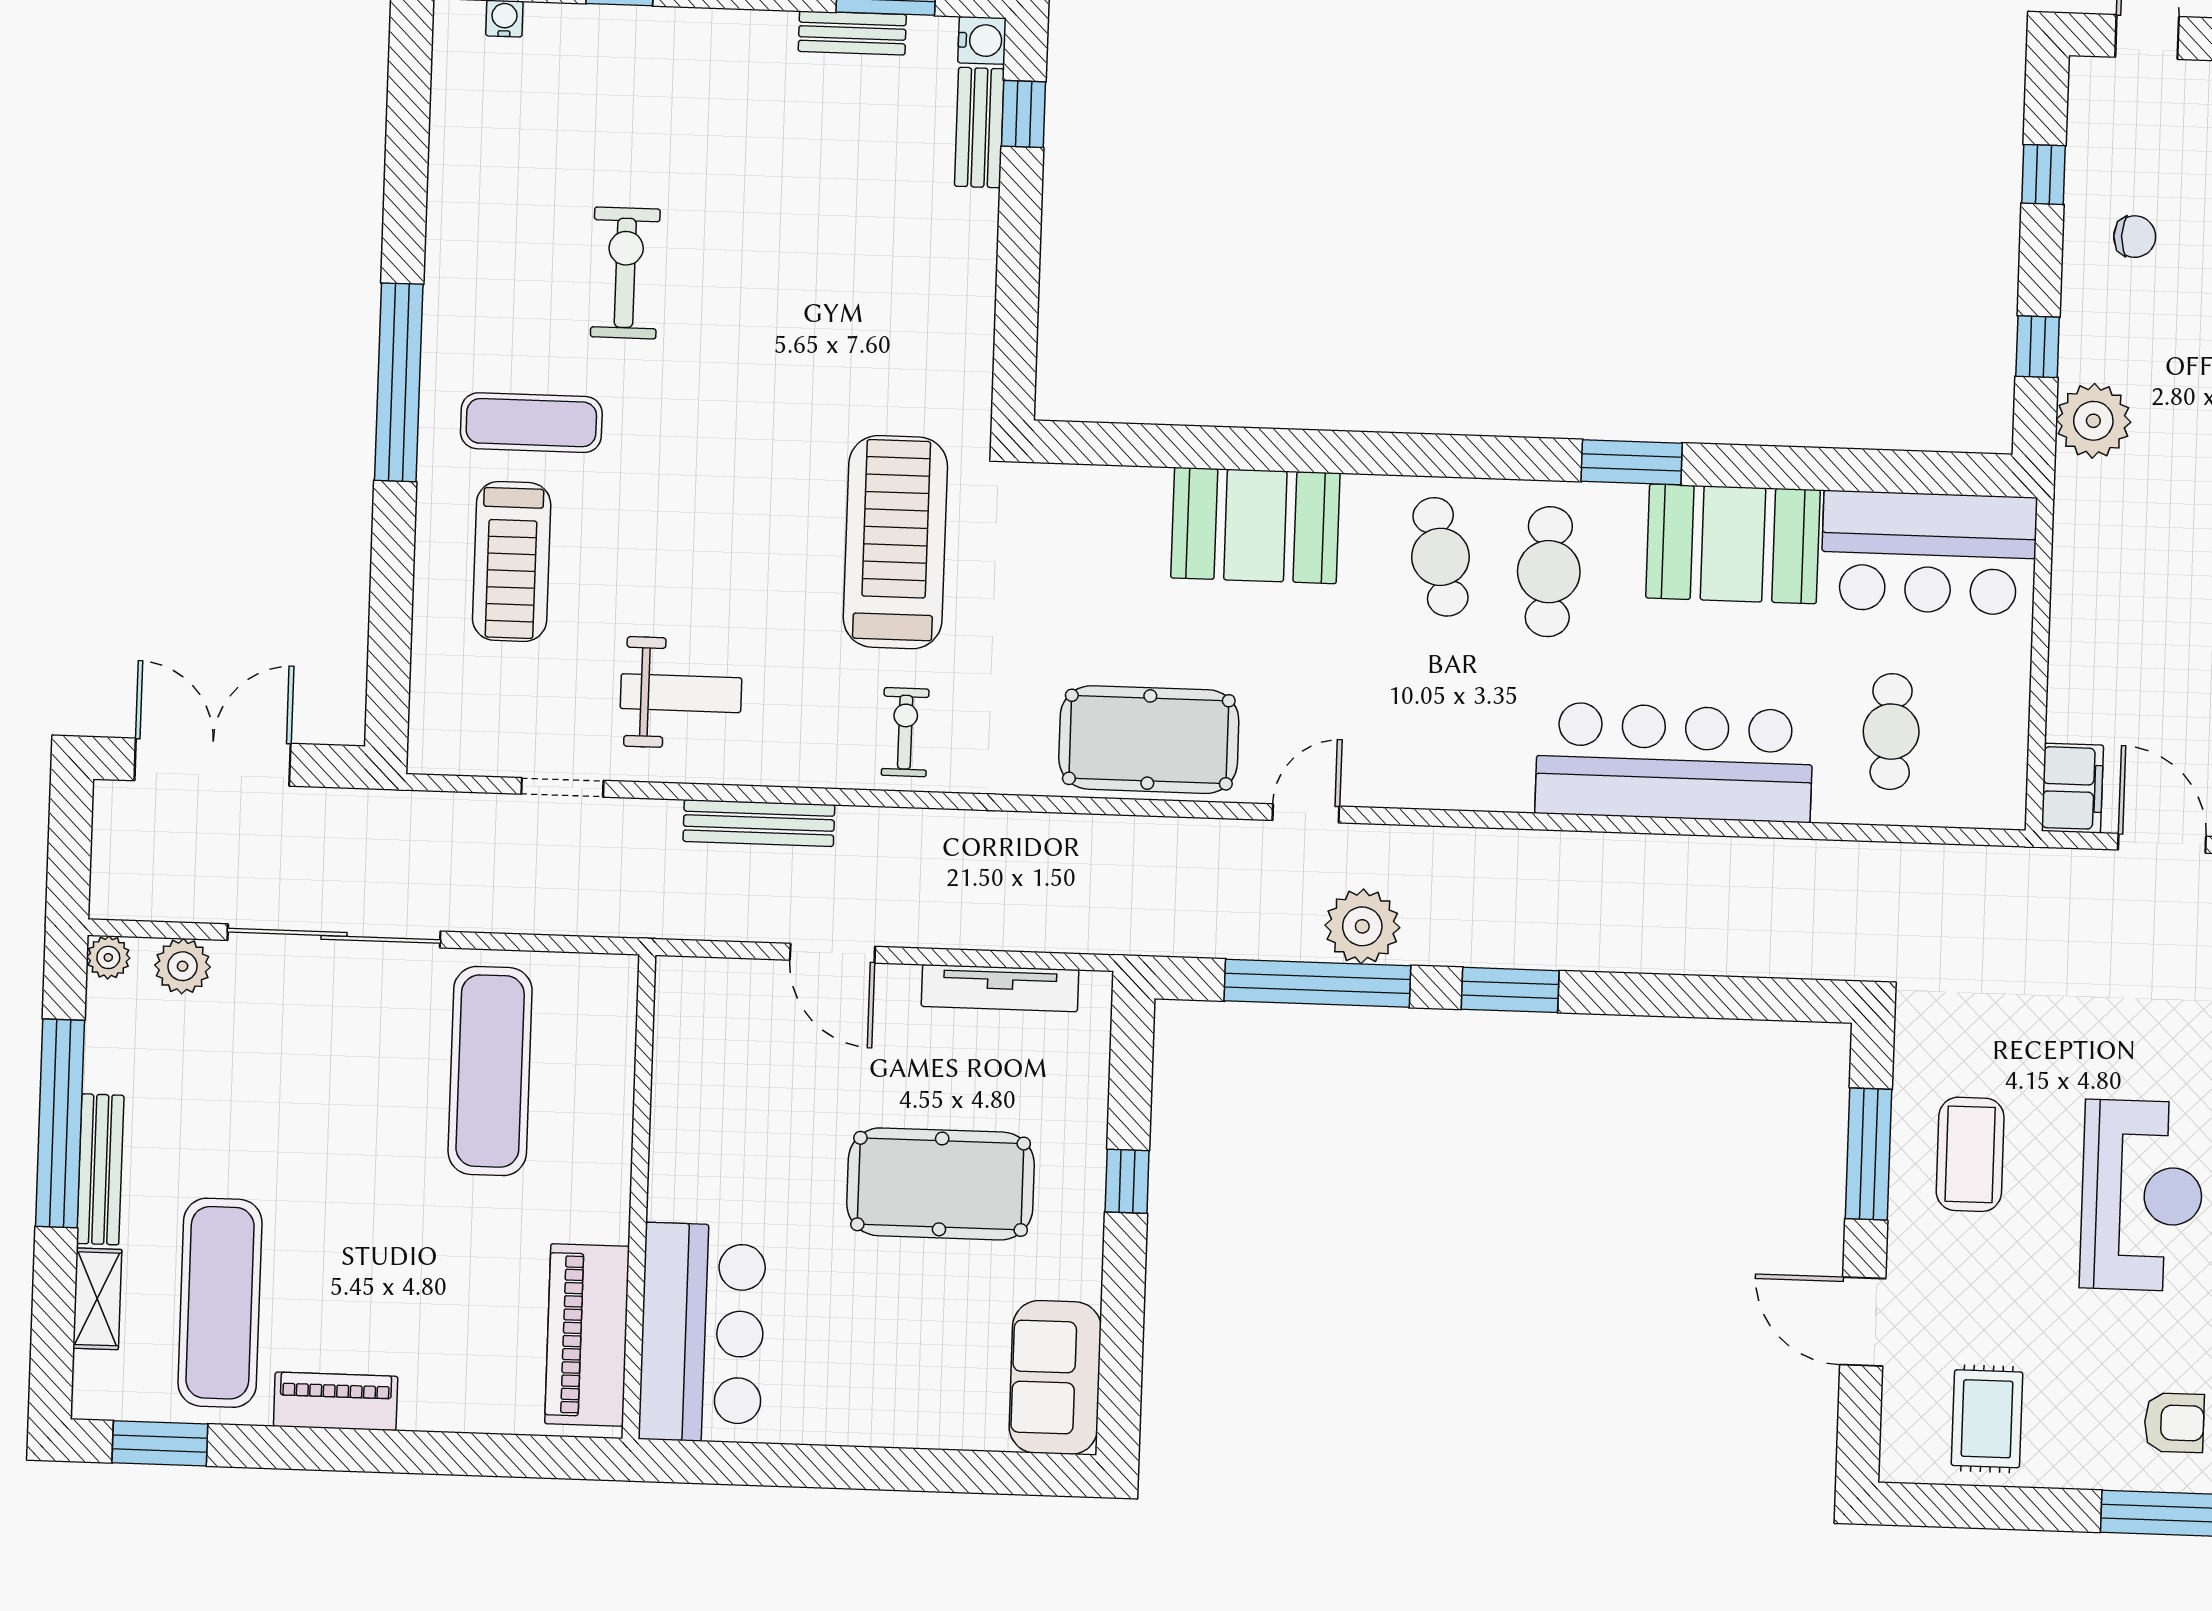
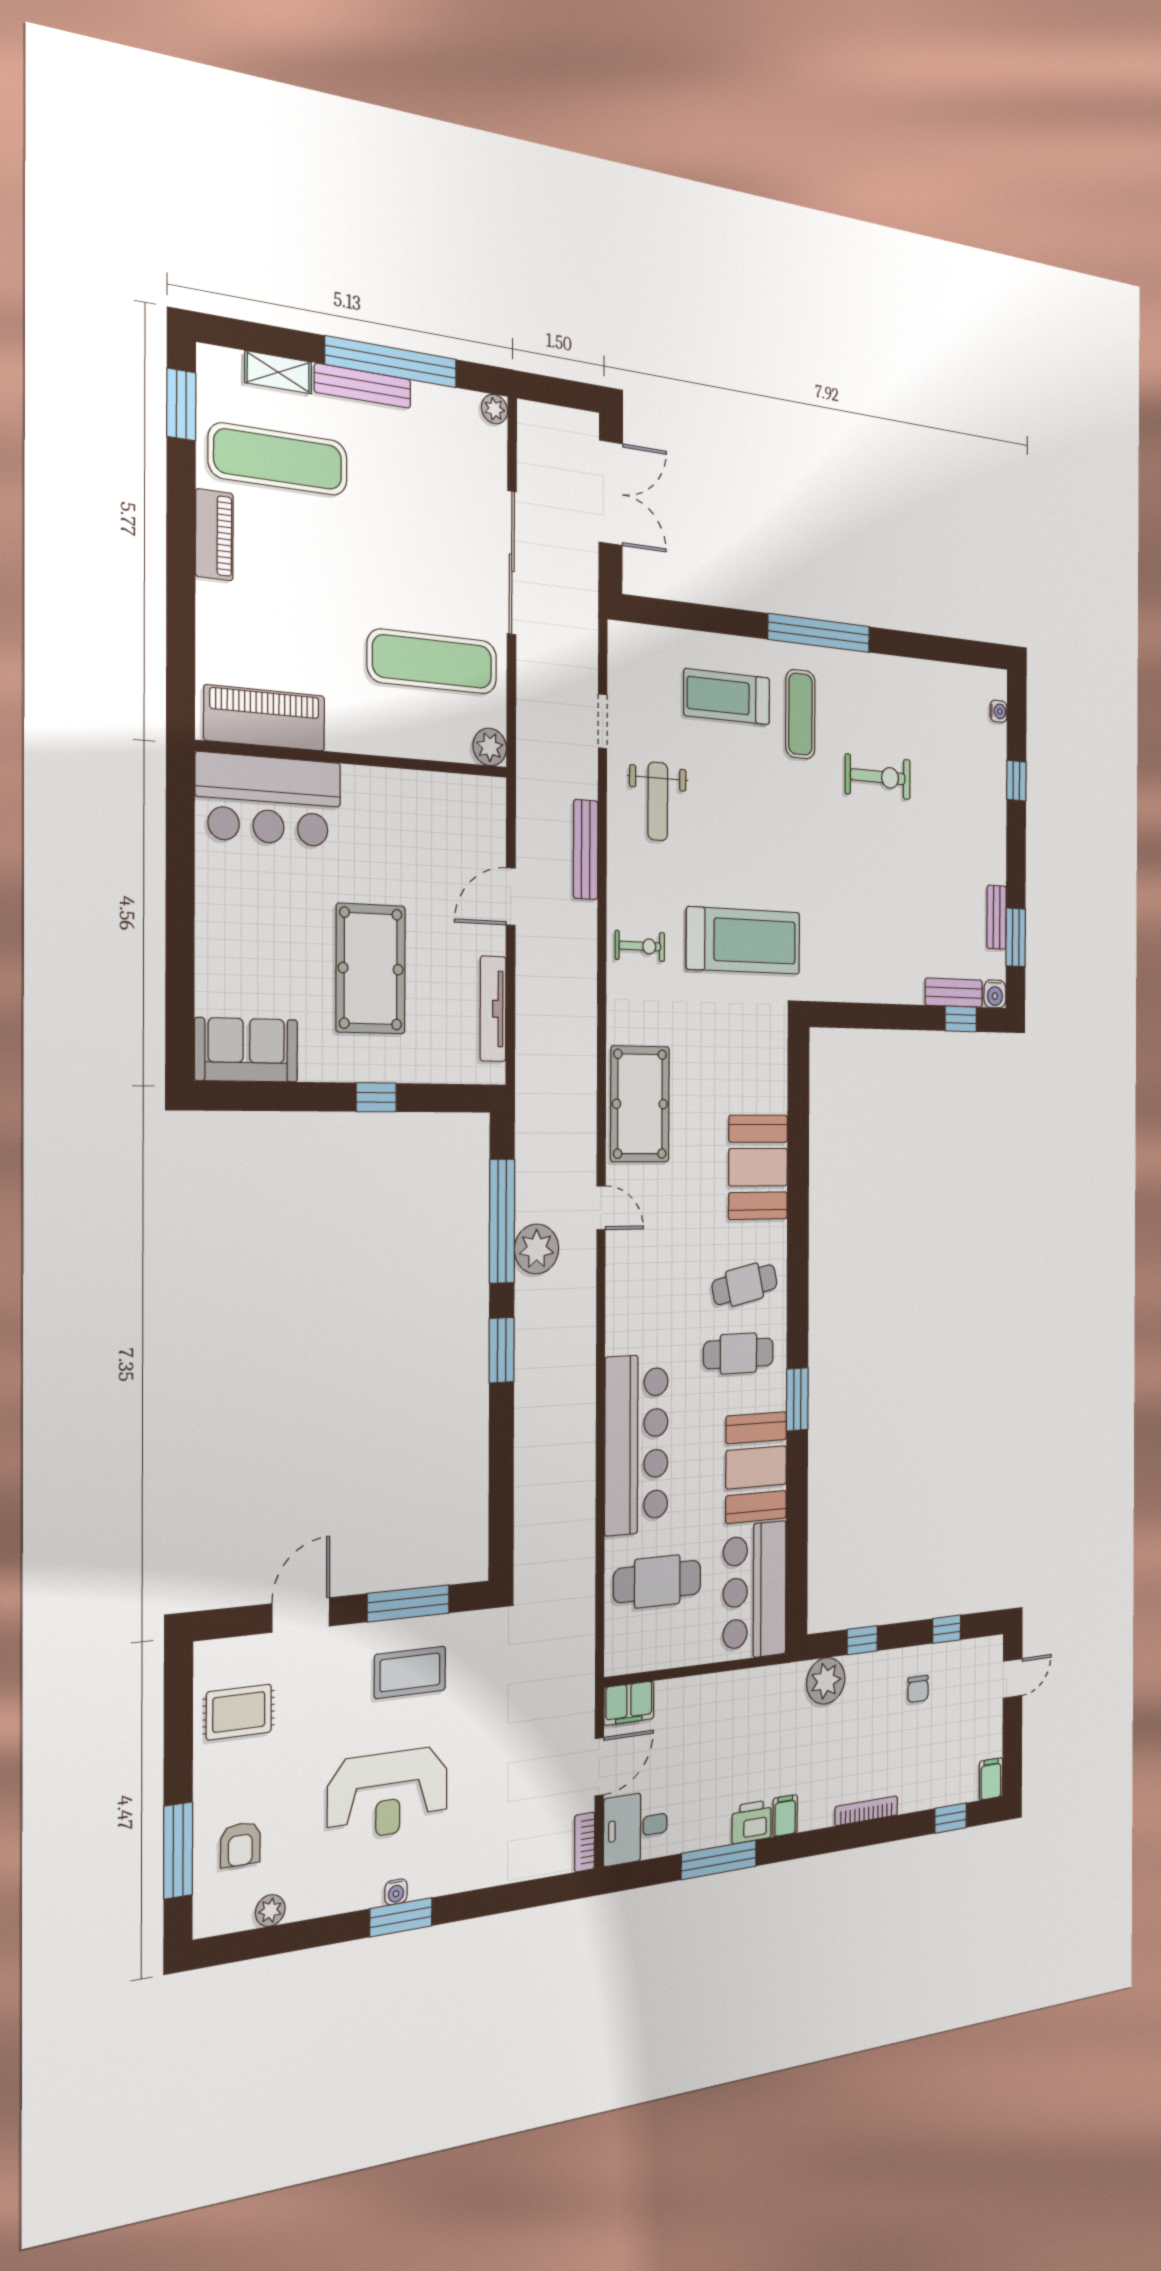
cafe table: (1891, 732) -> (657, 1581), width x1.37, depth x1.35
plant: (183, 966) -> (490, 747), moved

